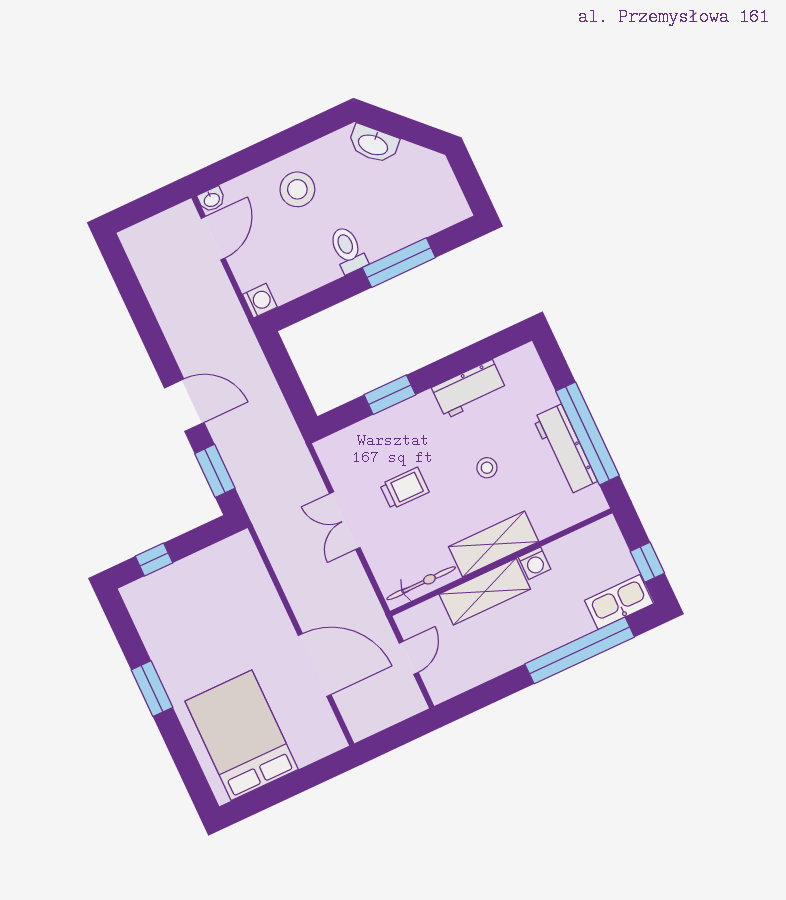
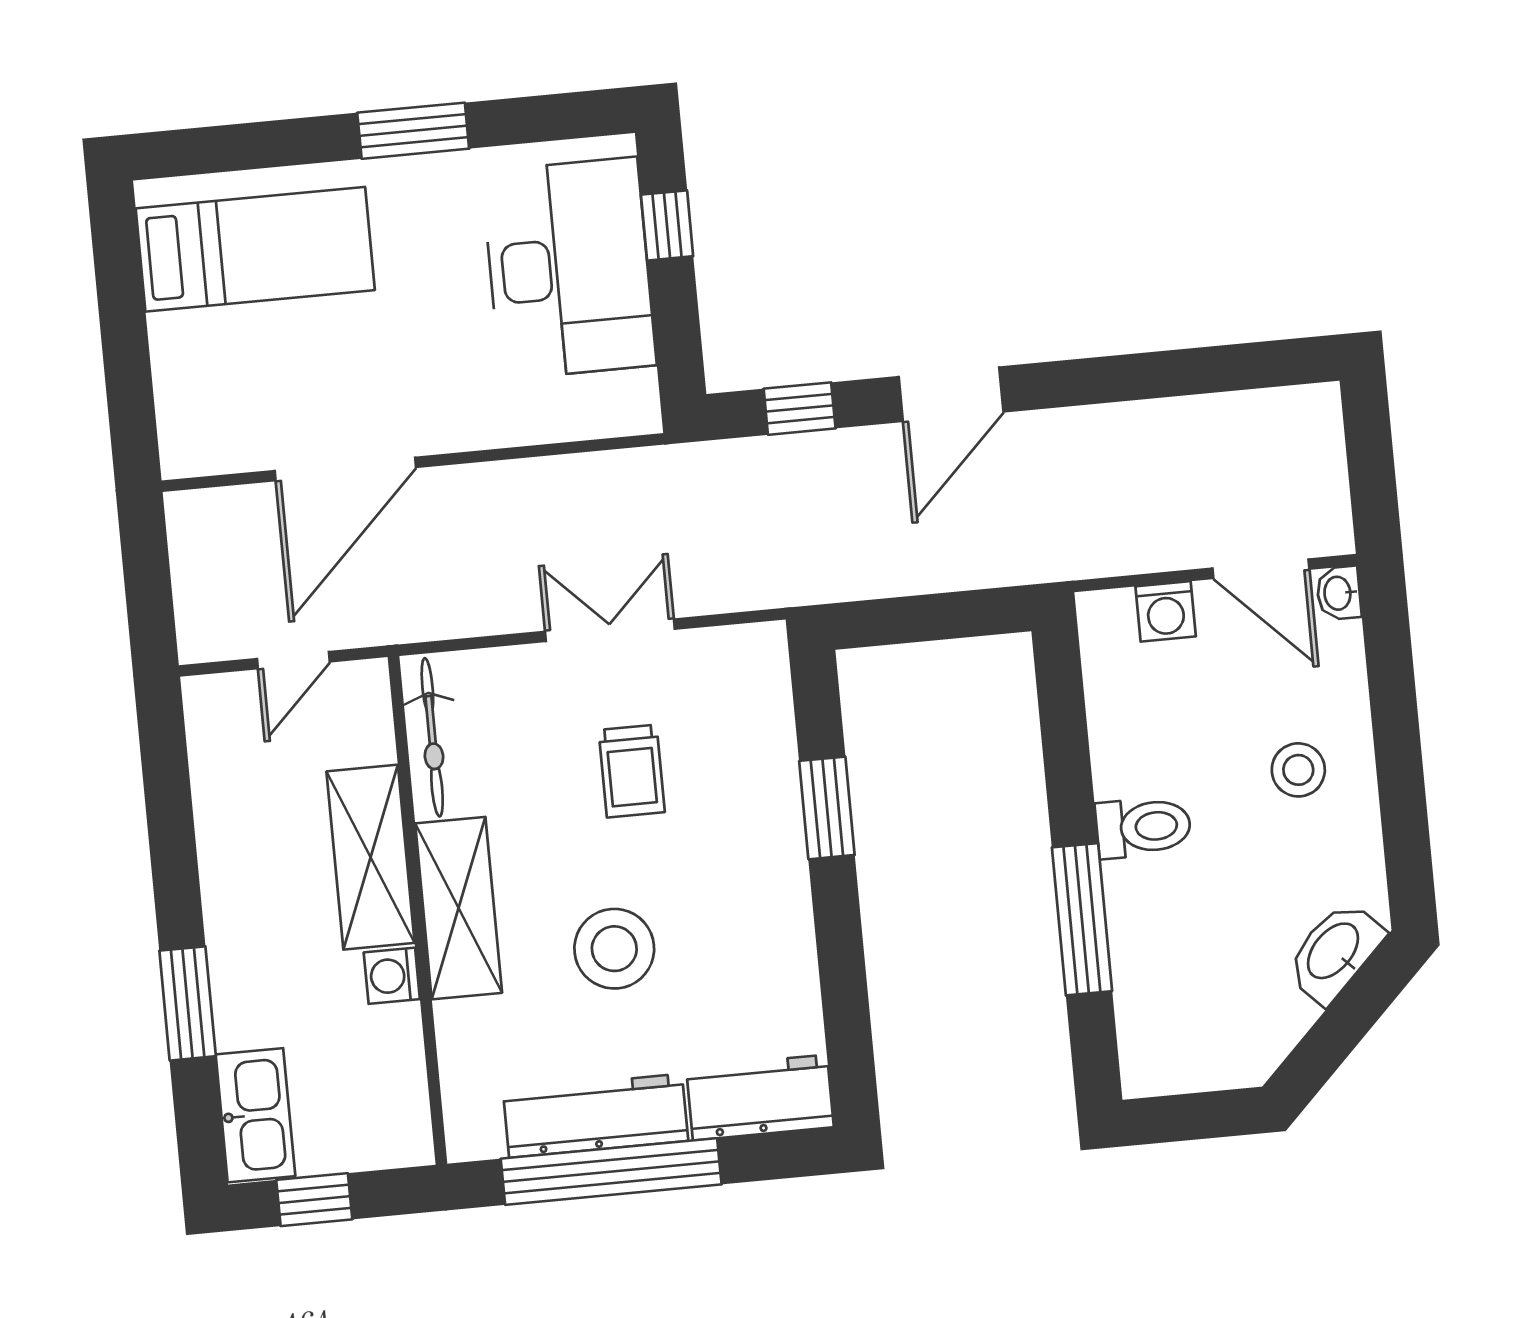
stool: (297, 189) -> (1298, 770), width x0.73, depth x0.73
washing machine: (260, 301) -> (1166, 611), moved
workbench: (469, 389) -> (760, 1097), moved, turned 90
stool: (487, 468) -> (614, 949), width x1.89, depth x1.89
window: (215, 471) -> (800, 409), width x0.67
desk: (189, 597) -> (569, 268), added
window: (580, 650) -> (188, 1003), width x0.47
door: (409, 658) -> (293, 660), hinge flipped
bed: (242, 735) -> (255, 249), width x0.67

